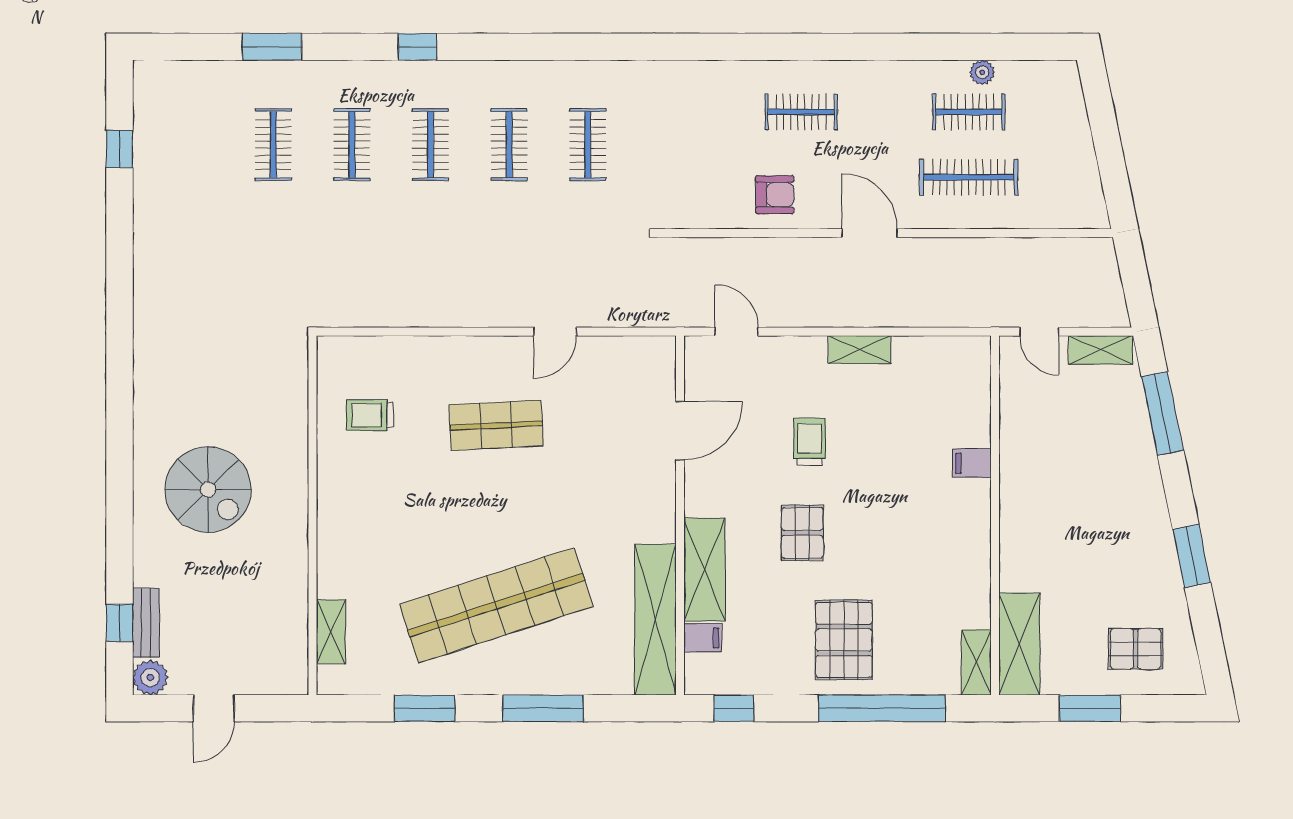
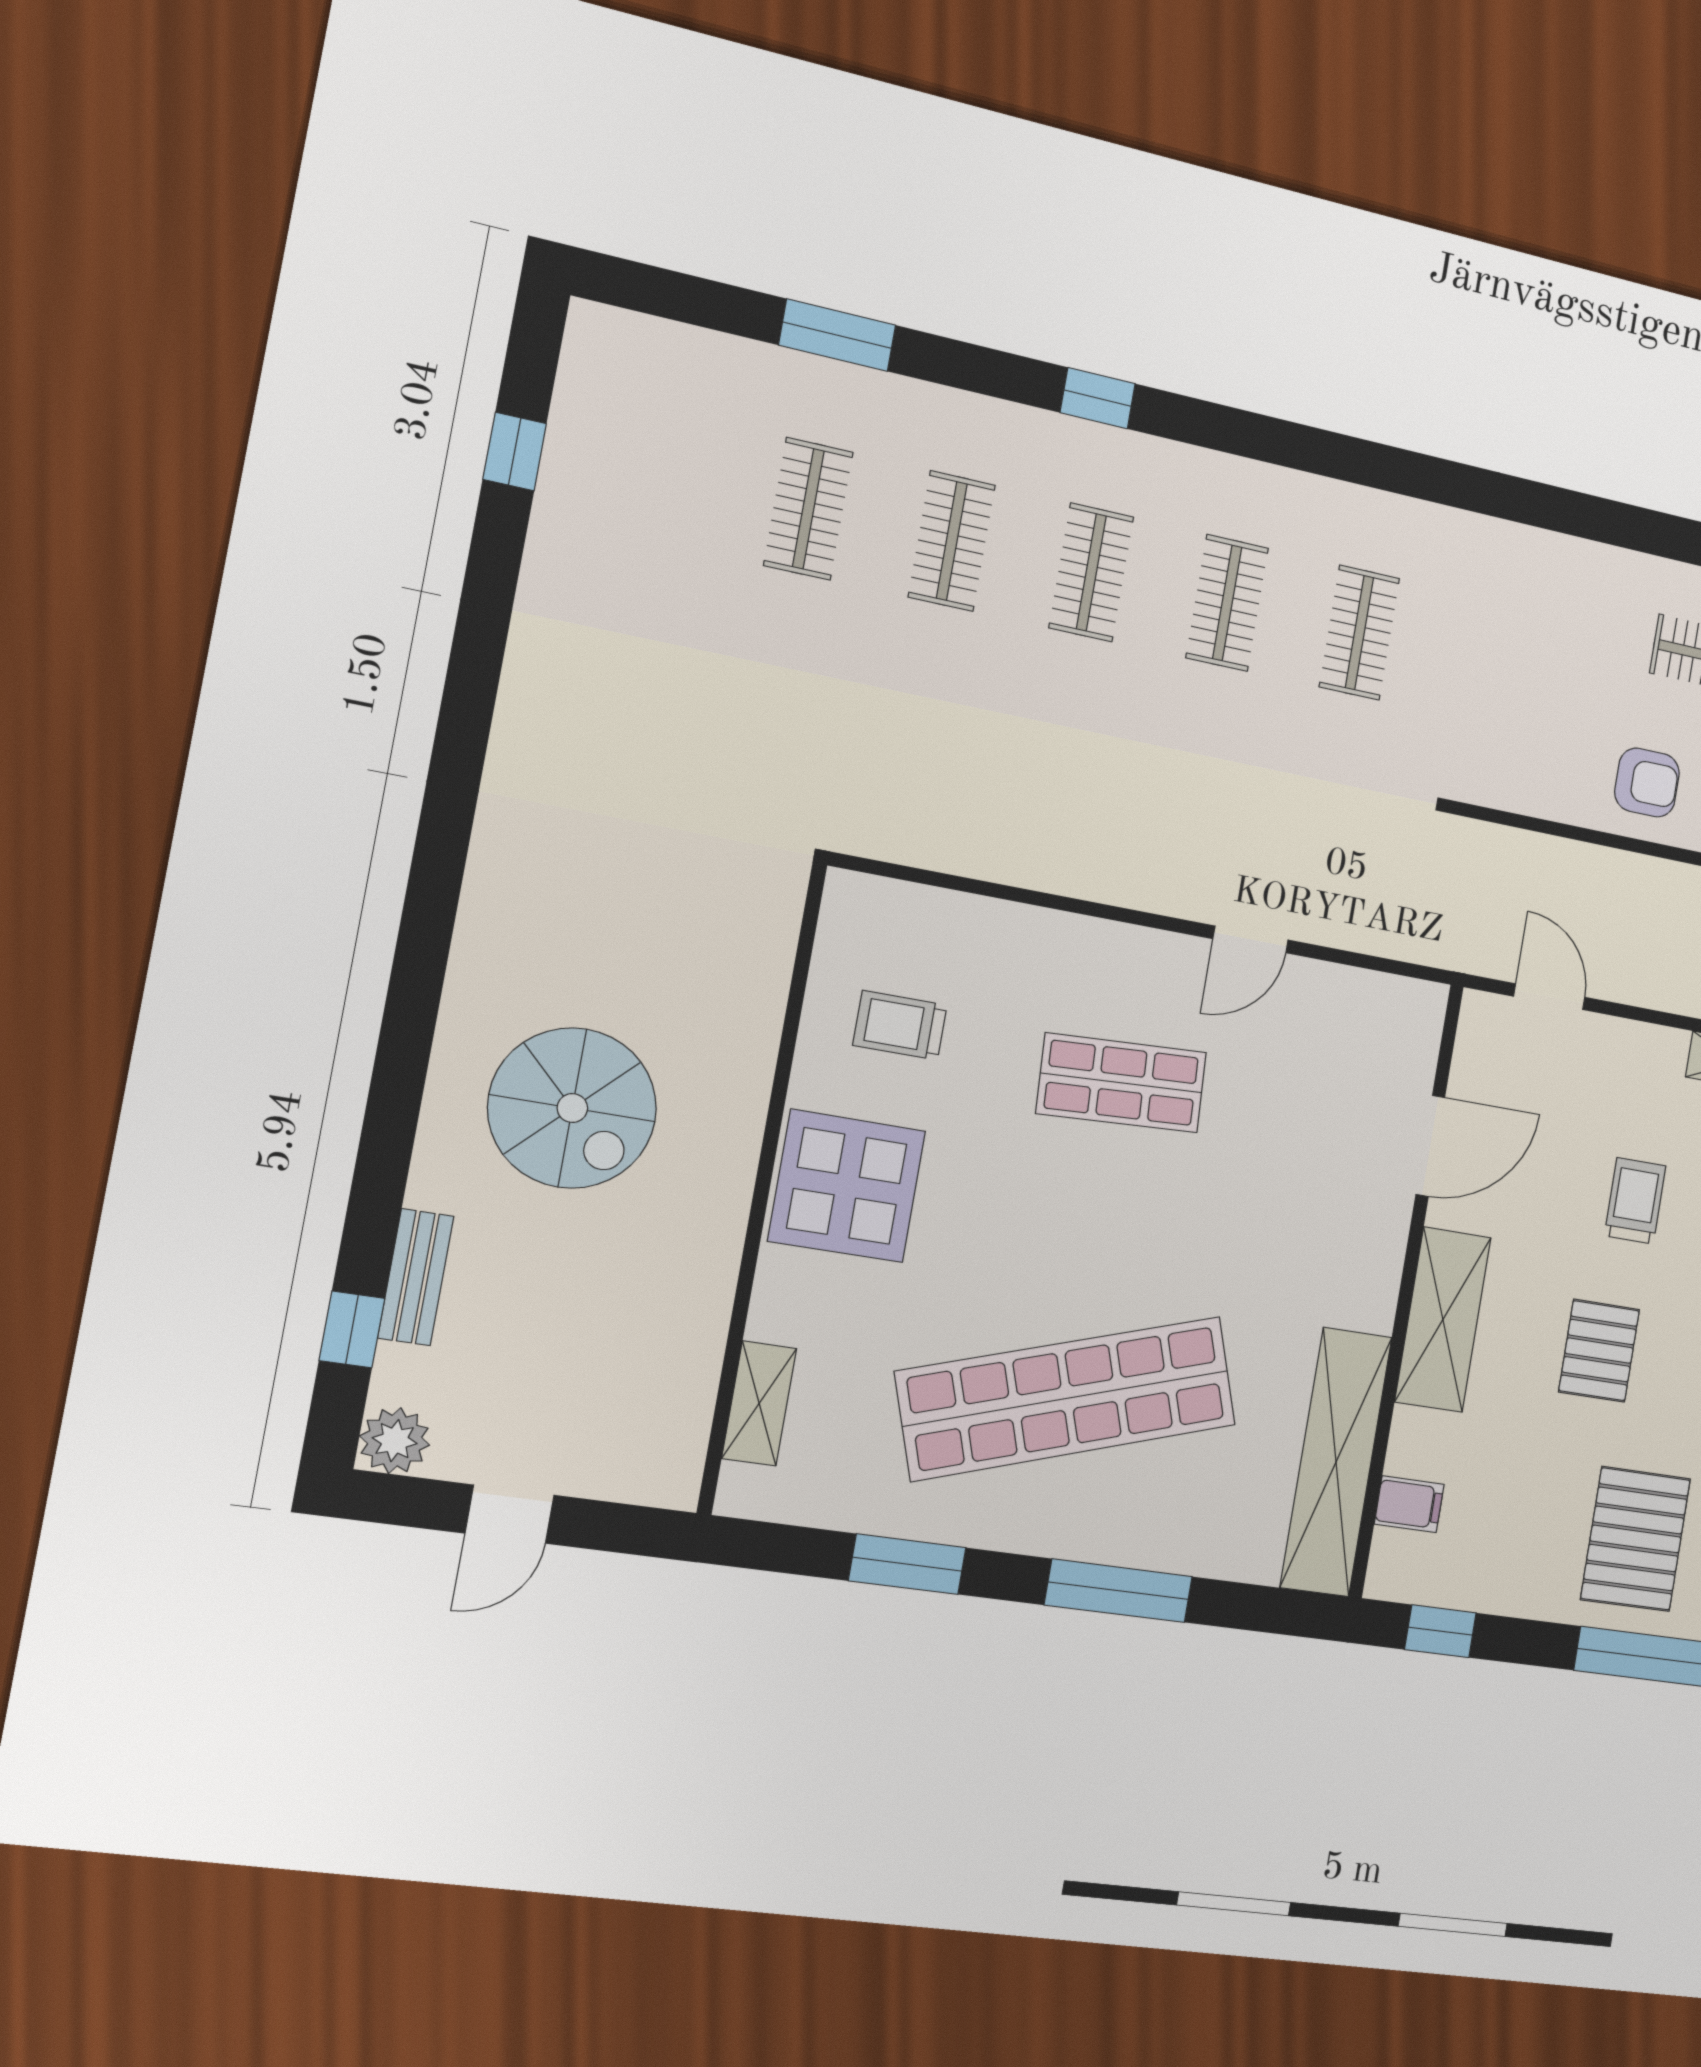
display table: (357, 507) -> (847, 1186), added
shelving: (705, 570) -> (1443, 1320), moved
bench: (146, 623) -> (416, 1277), moved

